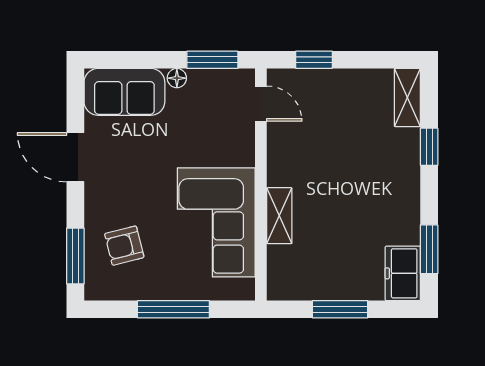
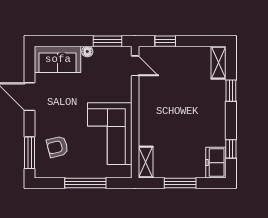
shelving: (279, 216) -> (146, 162), moved
window: (429, 249) -> (231, 149), width x0.67

